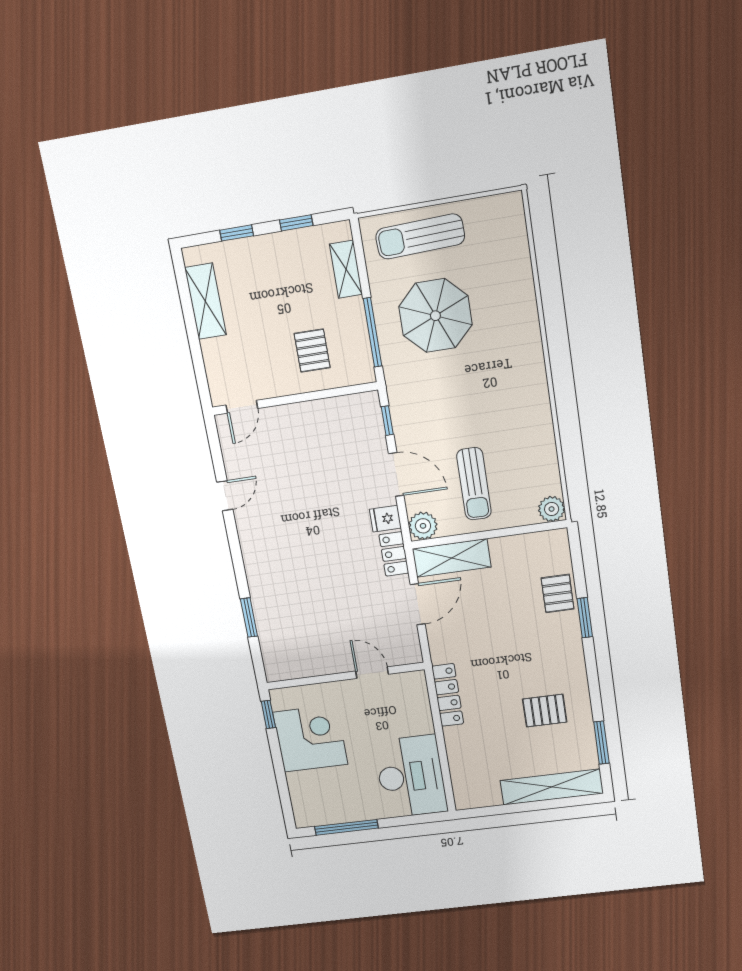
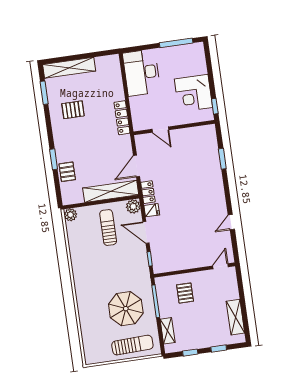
shelving: (452, 558) -> (111, 191), width x1.47

